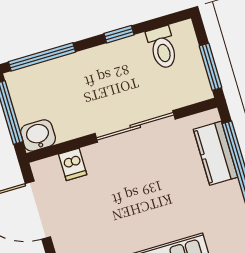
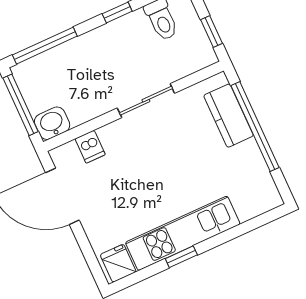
window: (211, 67) -> (211, 31), width x0.67
sliding door: (135, 126) -> (146, 101), width x0.73

